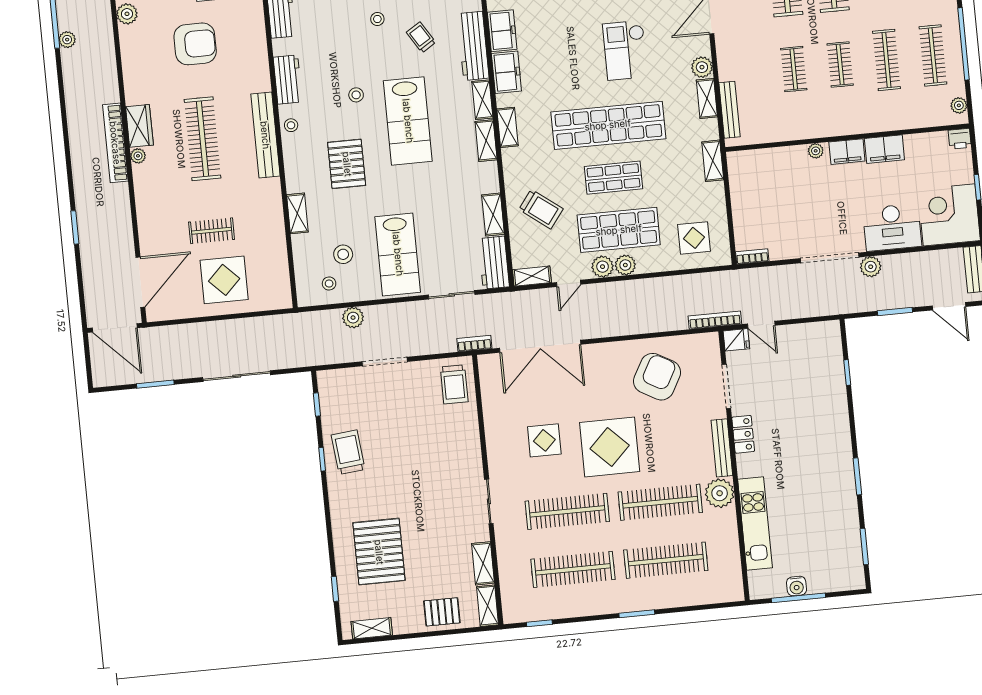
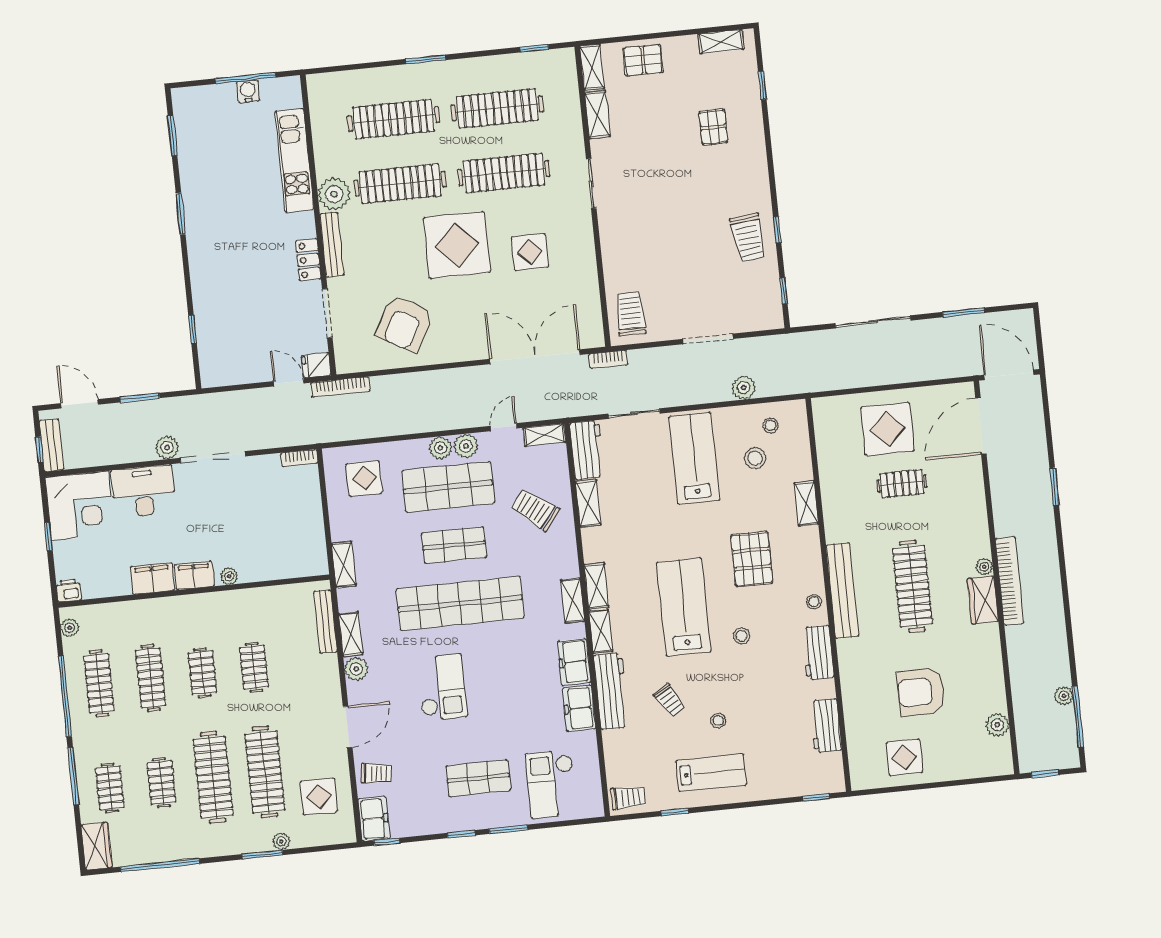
pallet: (379, 552) -> (713, 127), width x0.49, depth x0.50

